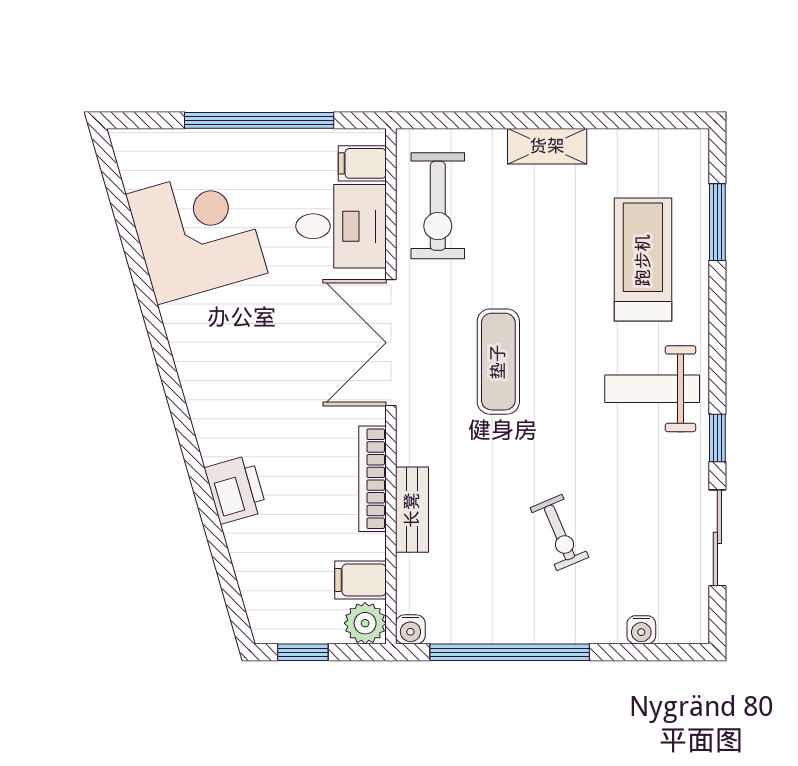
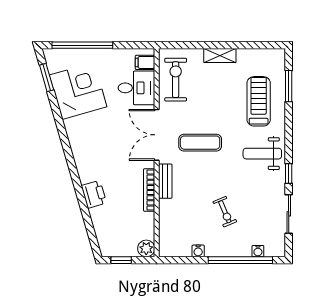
window: (259, 120) -> (82, 45), moved
window: (119, 201) -> (47, 77), added
exercise bike: (438, 206) -> (176, 80), turned 180
exercise mat: (498, 362) -> (200, 143), turned 90
bench: (412, 510) -> (165, 181), moved
filing cabinet: (360, 580) -> (144, 231), removed
water cooler: (410, 629) -> (198, 251), moved
window: (510, 652) -> (240, 260), moved

